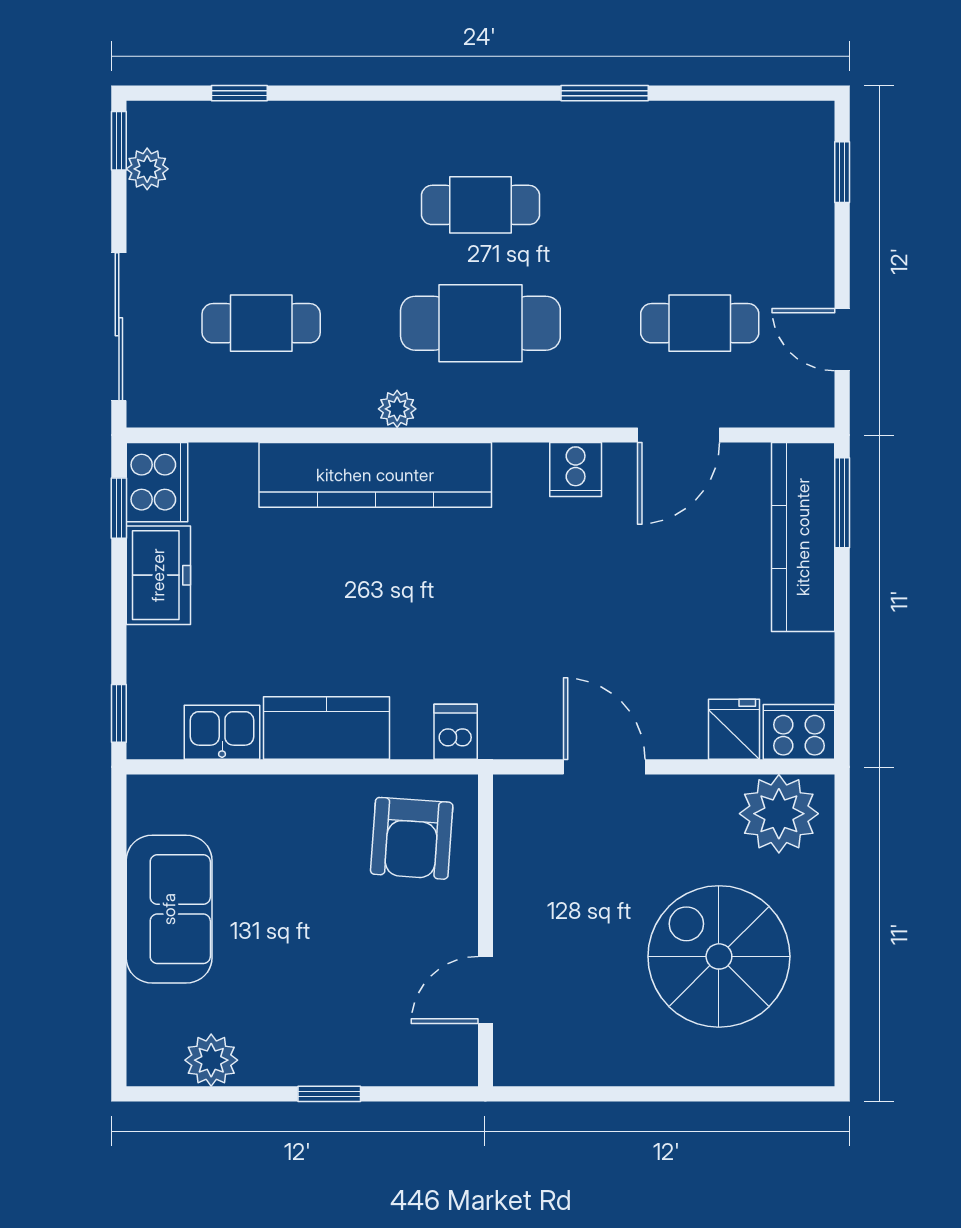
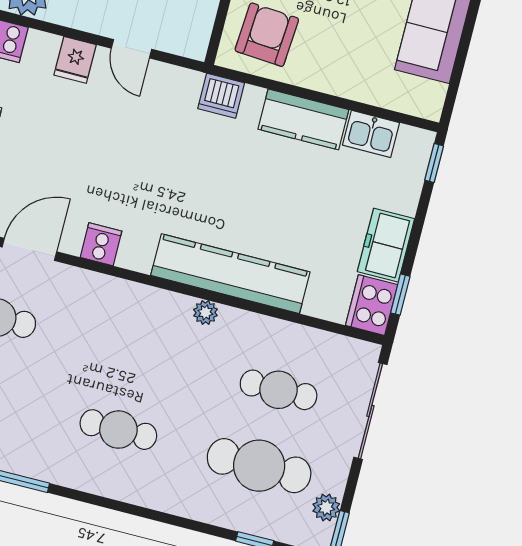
cafe table: (480, 323) -> (259, 466), moved
fridge: (734, 729) -> (75, 60), moved
dishwasher: (456, 732) -> (221, 96), width x1.38
door: (604, 767) -> (132, 49), width x0.73

